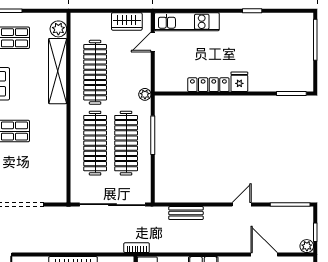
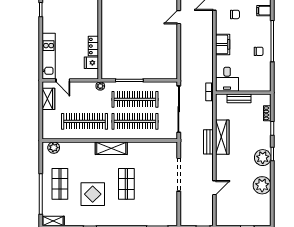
shelving: (58, 71) -> (111, 148), moved, width x0.68
fridge: (239, 82) -> (91, 63), moved
locker: (208, 85) -> (93, 46), width x0.66
door: (242, 205) -> (179, 17), hinge flipped
bench: (186, 213) -> (208, 142), moved

